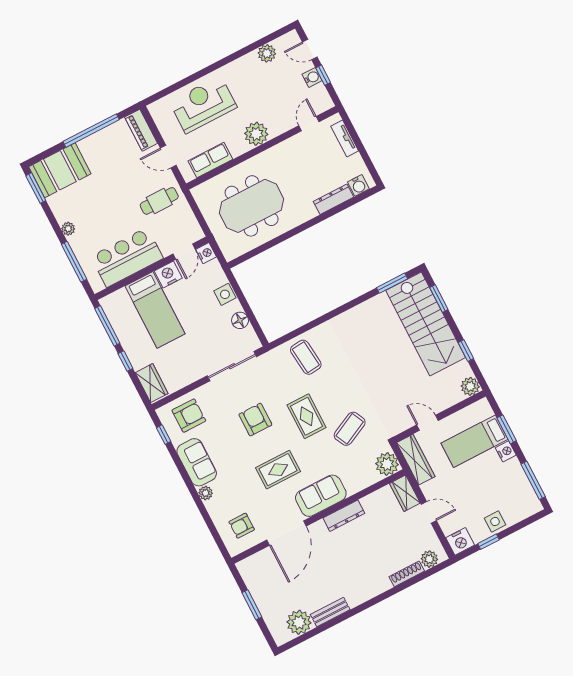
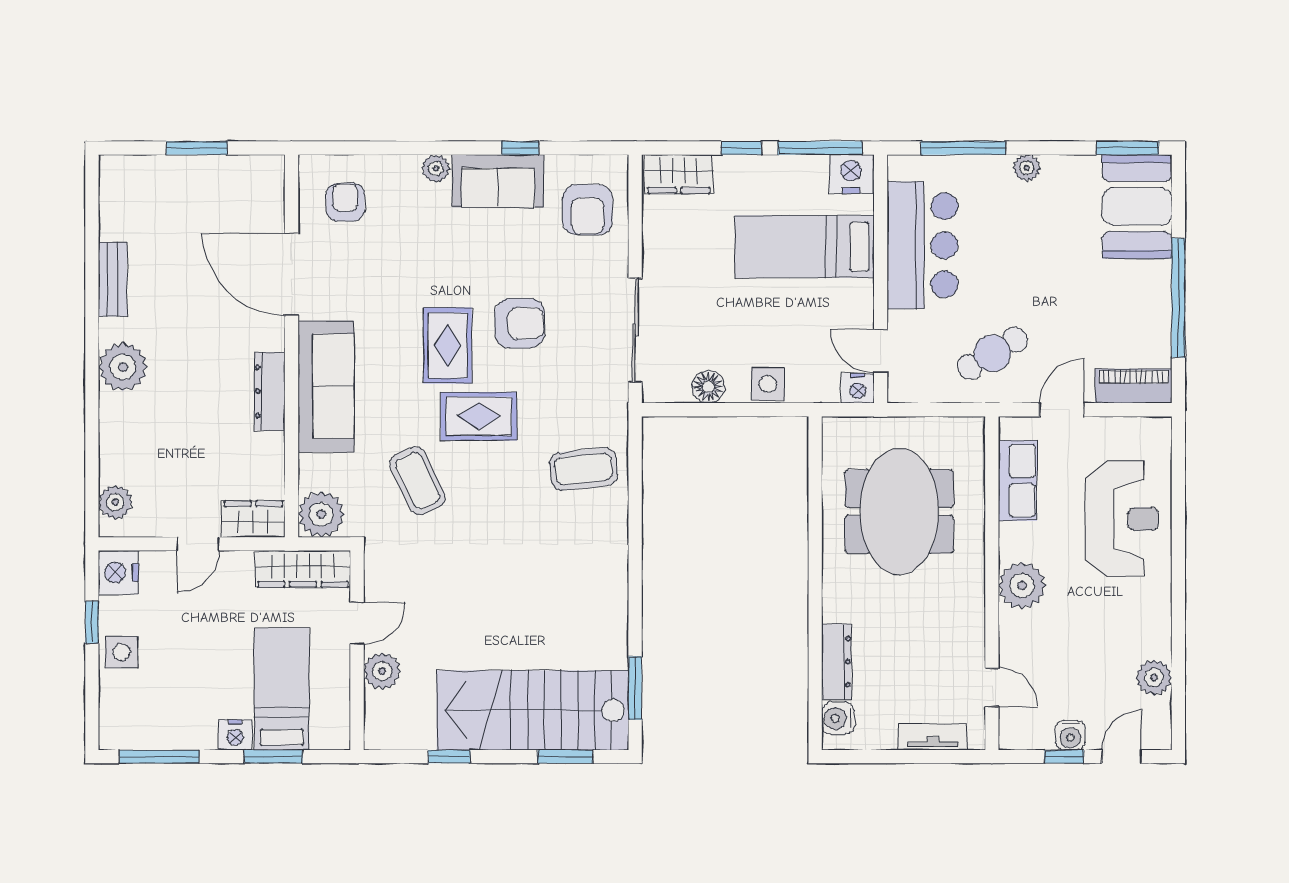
cafe table: (159, 201) -> (992, 353), turned 59
nightstand: (168, 274) -> (851, 174), moved, turned -90
plant: (470, 386) -> (382, 671), moved
window: (164, 435) -> (520, 148), moved
rug: (278, 470) -> (448, 346), moved
sofa: (321, 496) -> (326, 386), width x1.36
shoe rack: (407, 574) -> (110, 449), removed
plant: (299, 622) -> (123, 367), moved

